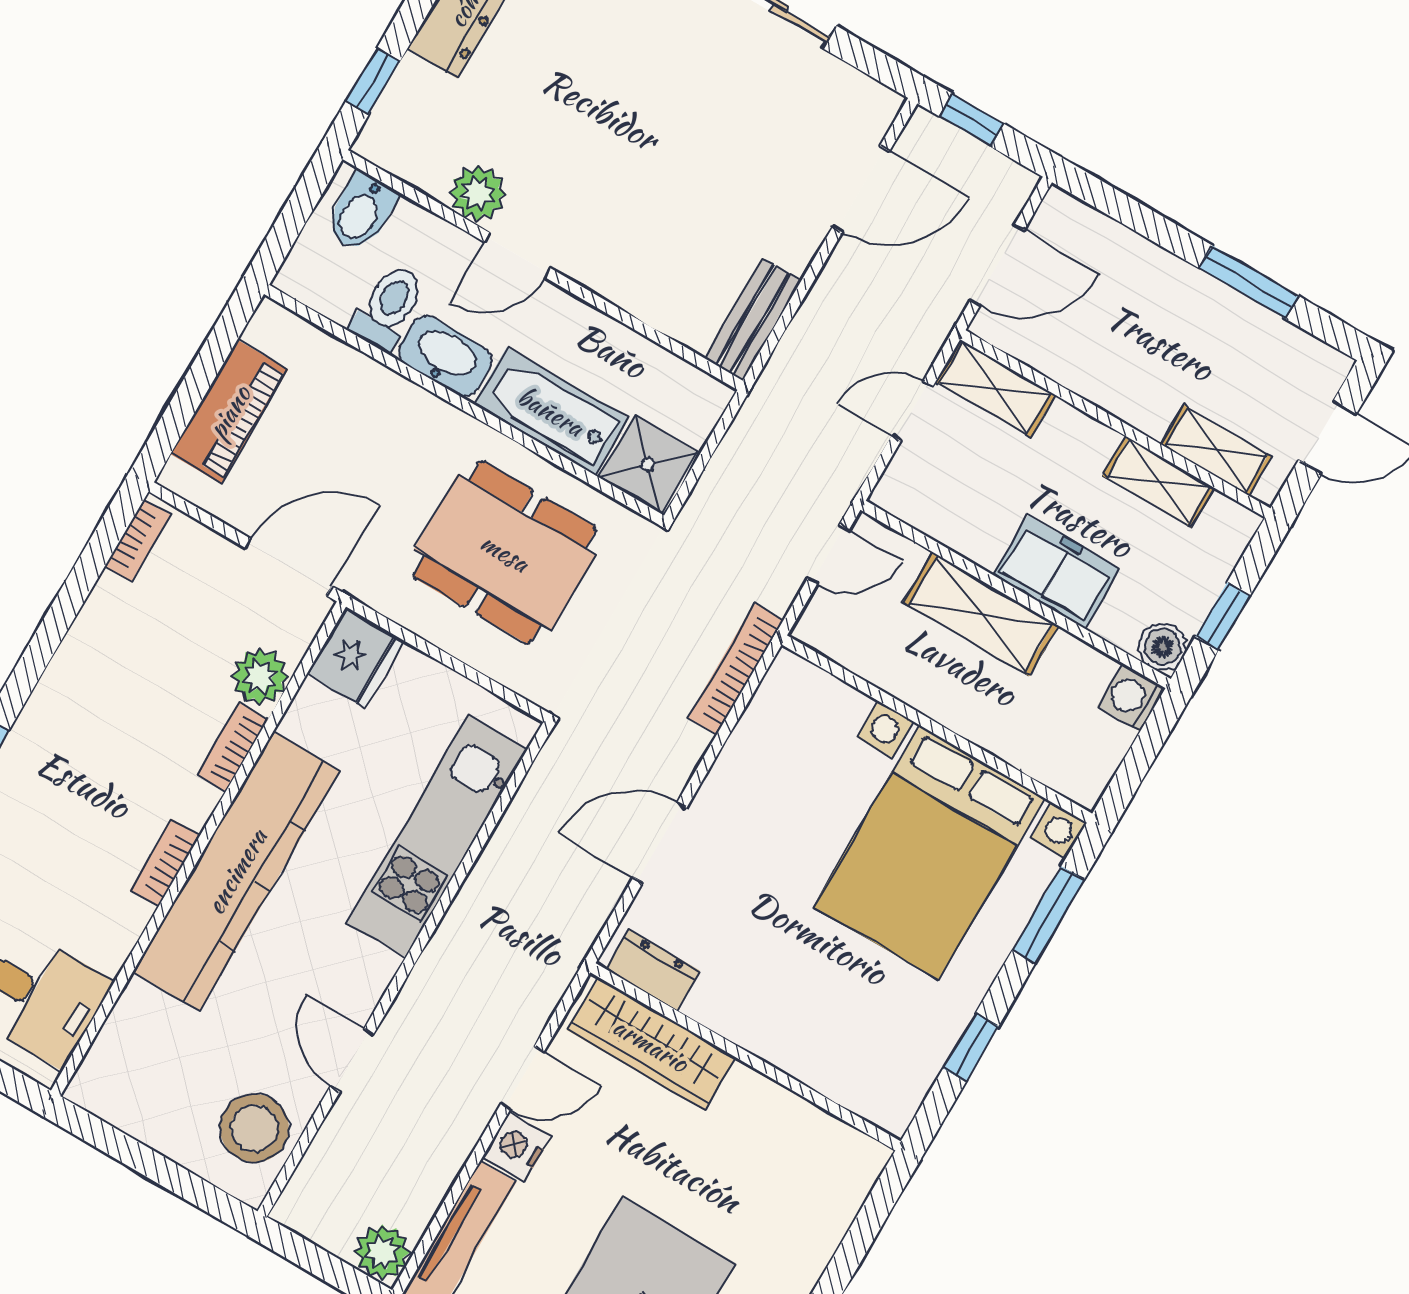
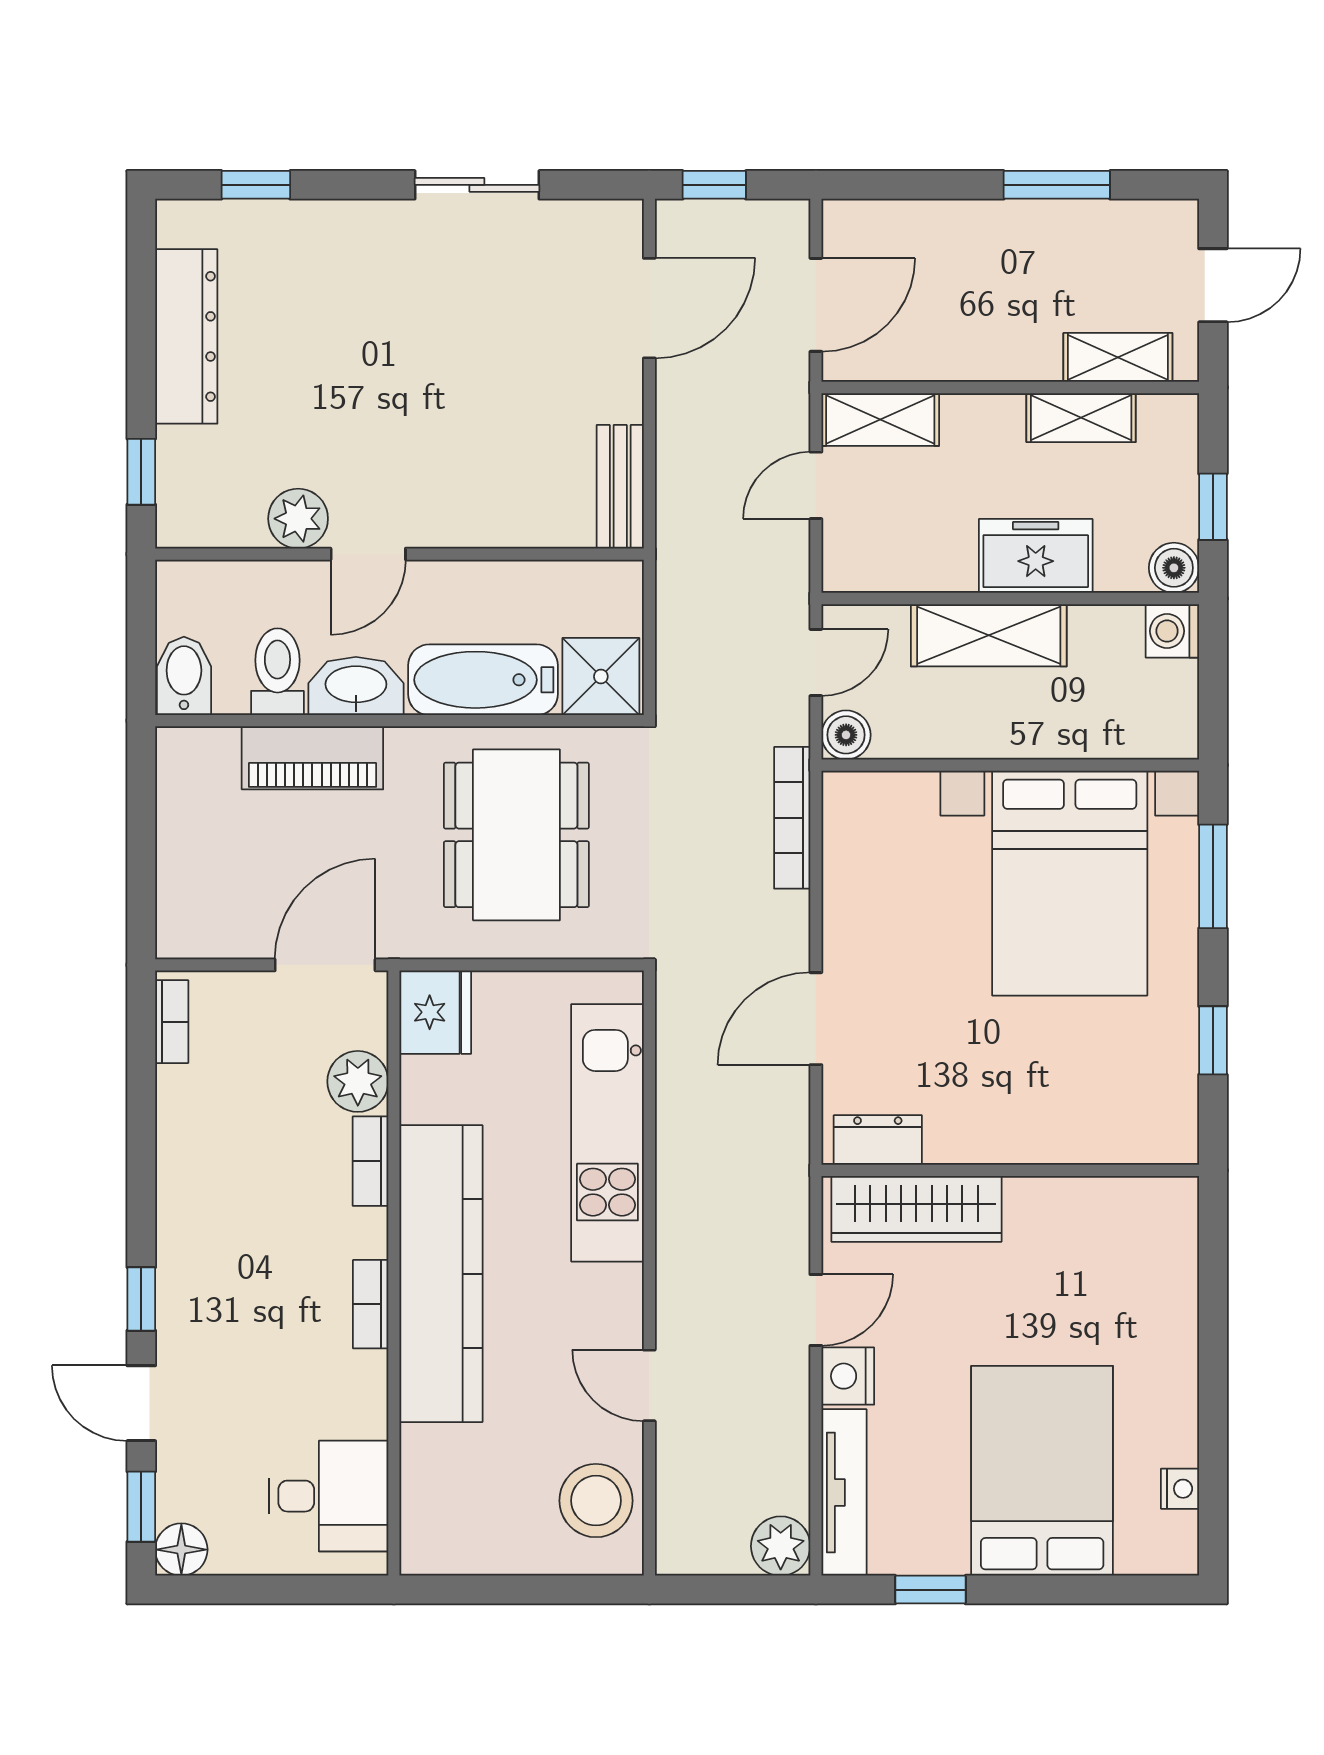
bidet: (361, 212) -> (184, 676), moved, turned 180
piano: (229, 412) -> (312, 758), moved, turned 90
dining table: (505, 552) -> (516, 835), turned 90
boiler: (818, 627) -> (846, 735), added

